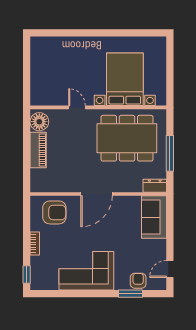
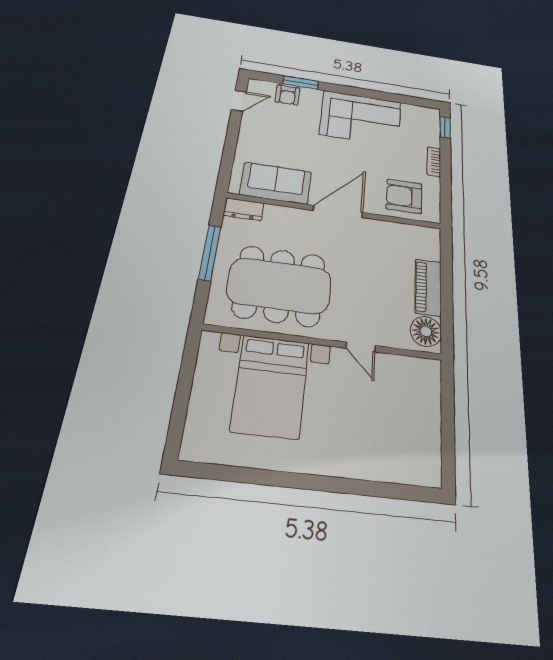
sofa: (154, 217) -> (276, 183), moved, turned -90

